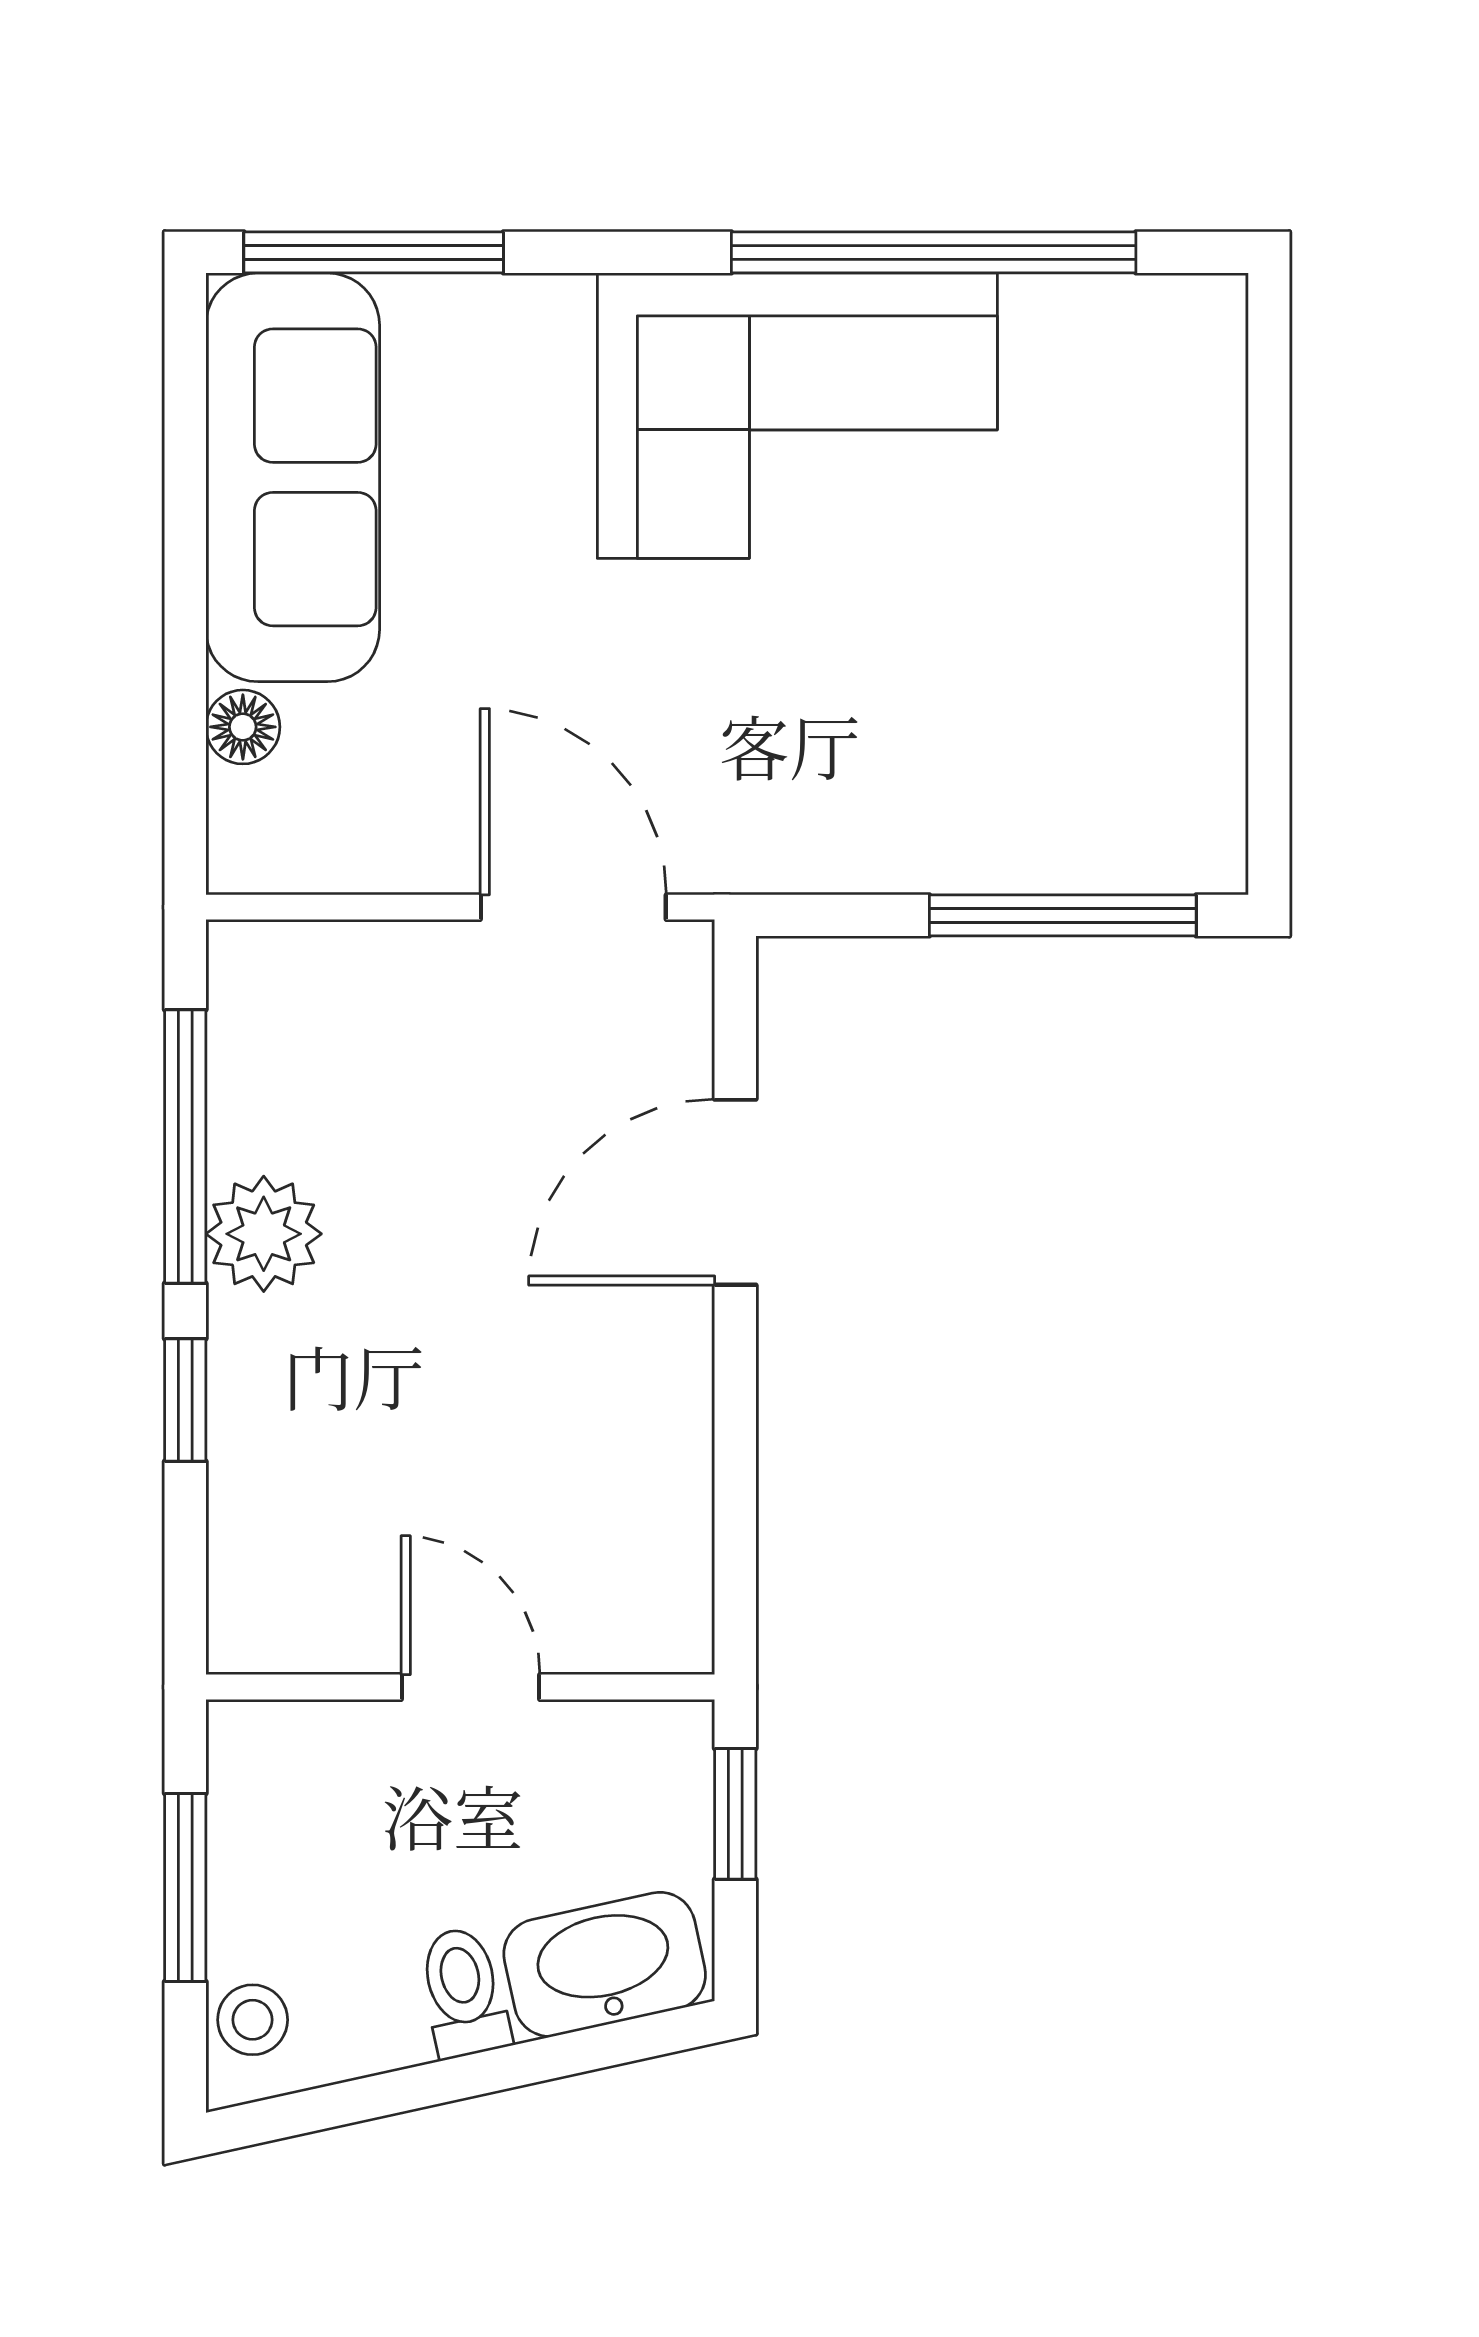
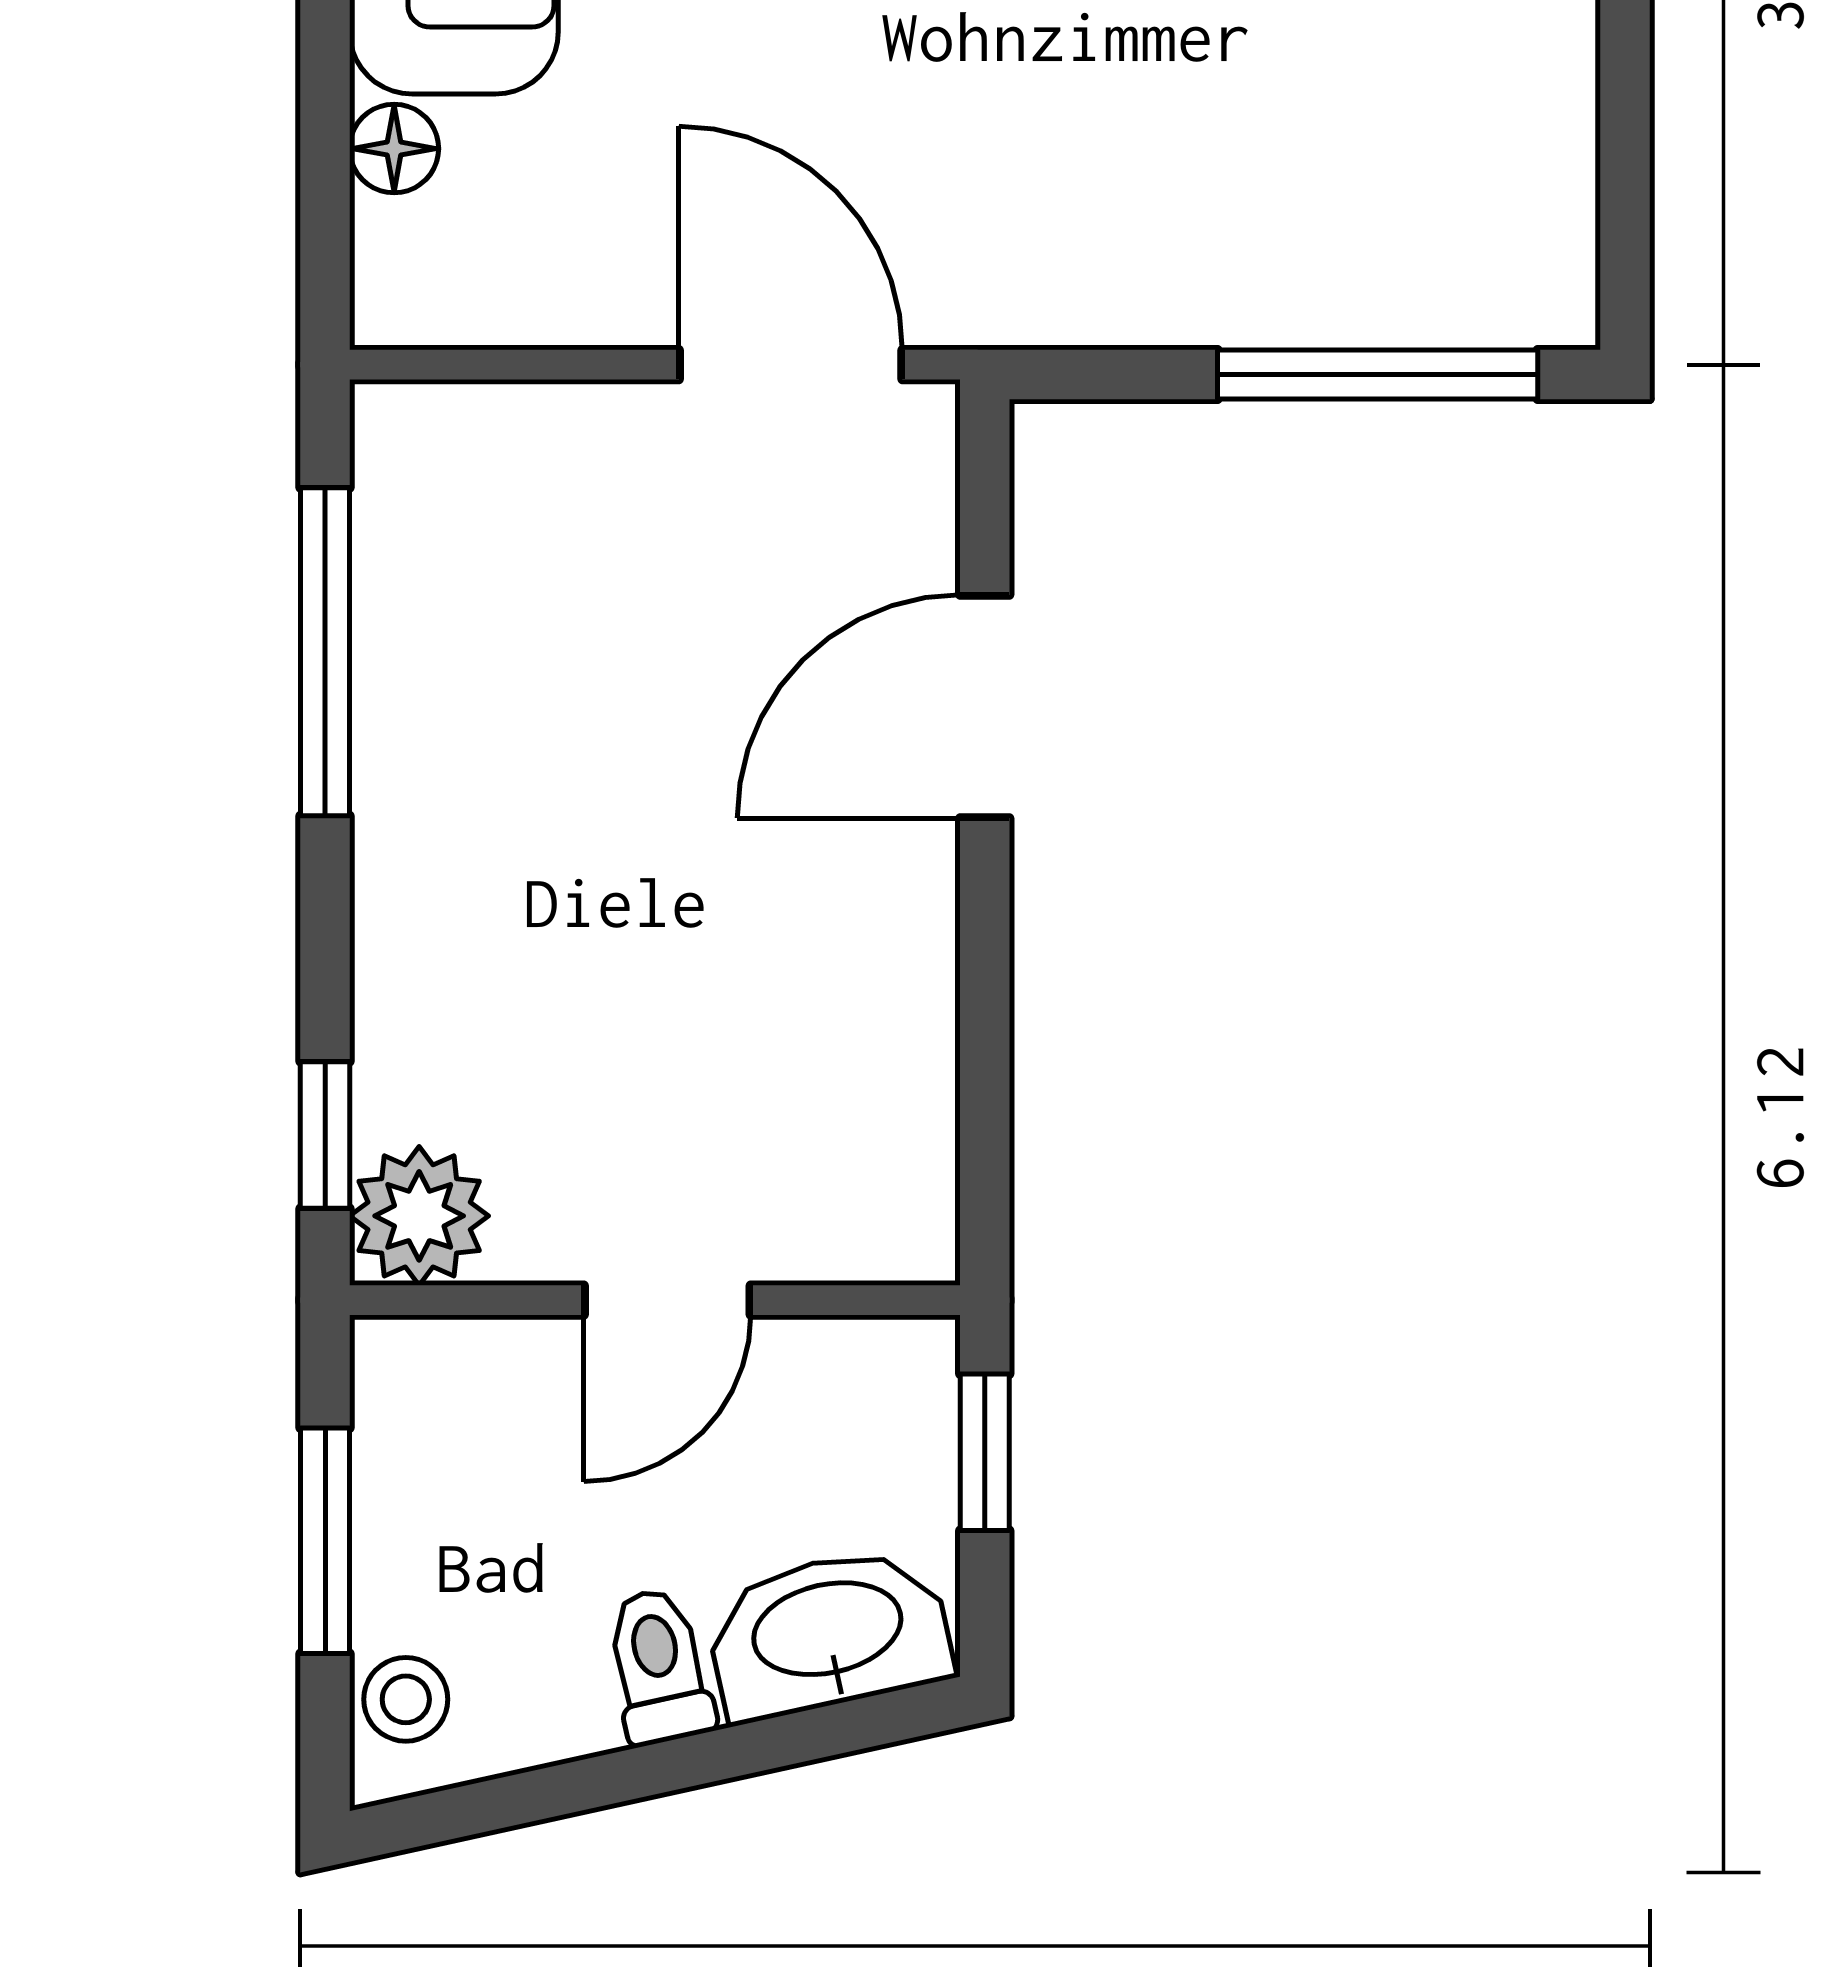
plant: (264, 1234) -> (419, 1216), moved
window: (185, 1400) -> (325, 1135), moved
door: (471, 1687) -> (667, 1300), swing flipped

